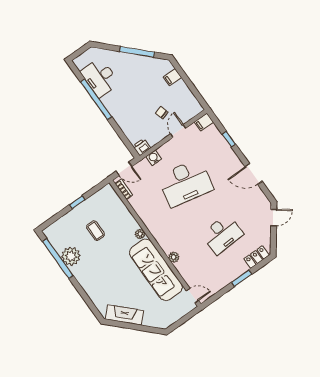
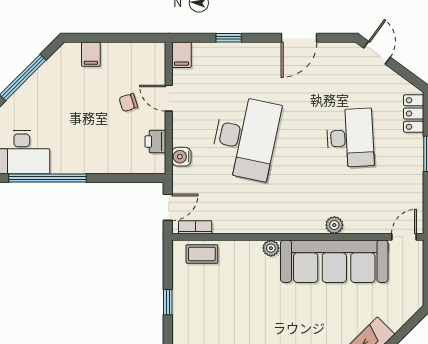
printer: (142, 147) -> (155, 142), moved
coffee table: (96, 231) -> (202, 254), moved

